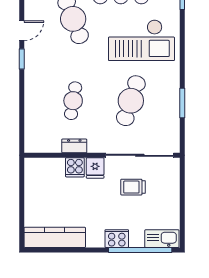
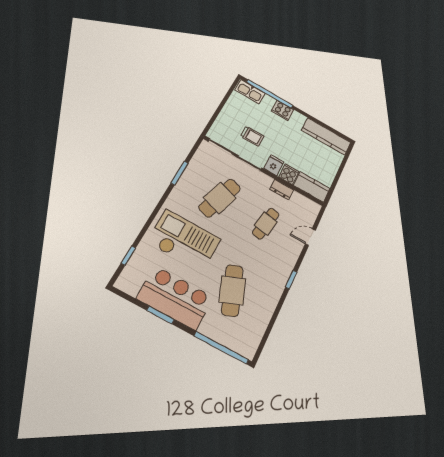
door: (22, 31) -> (310, 237), moved
kitchen counter: (44, 168) -> (312, 187), added

